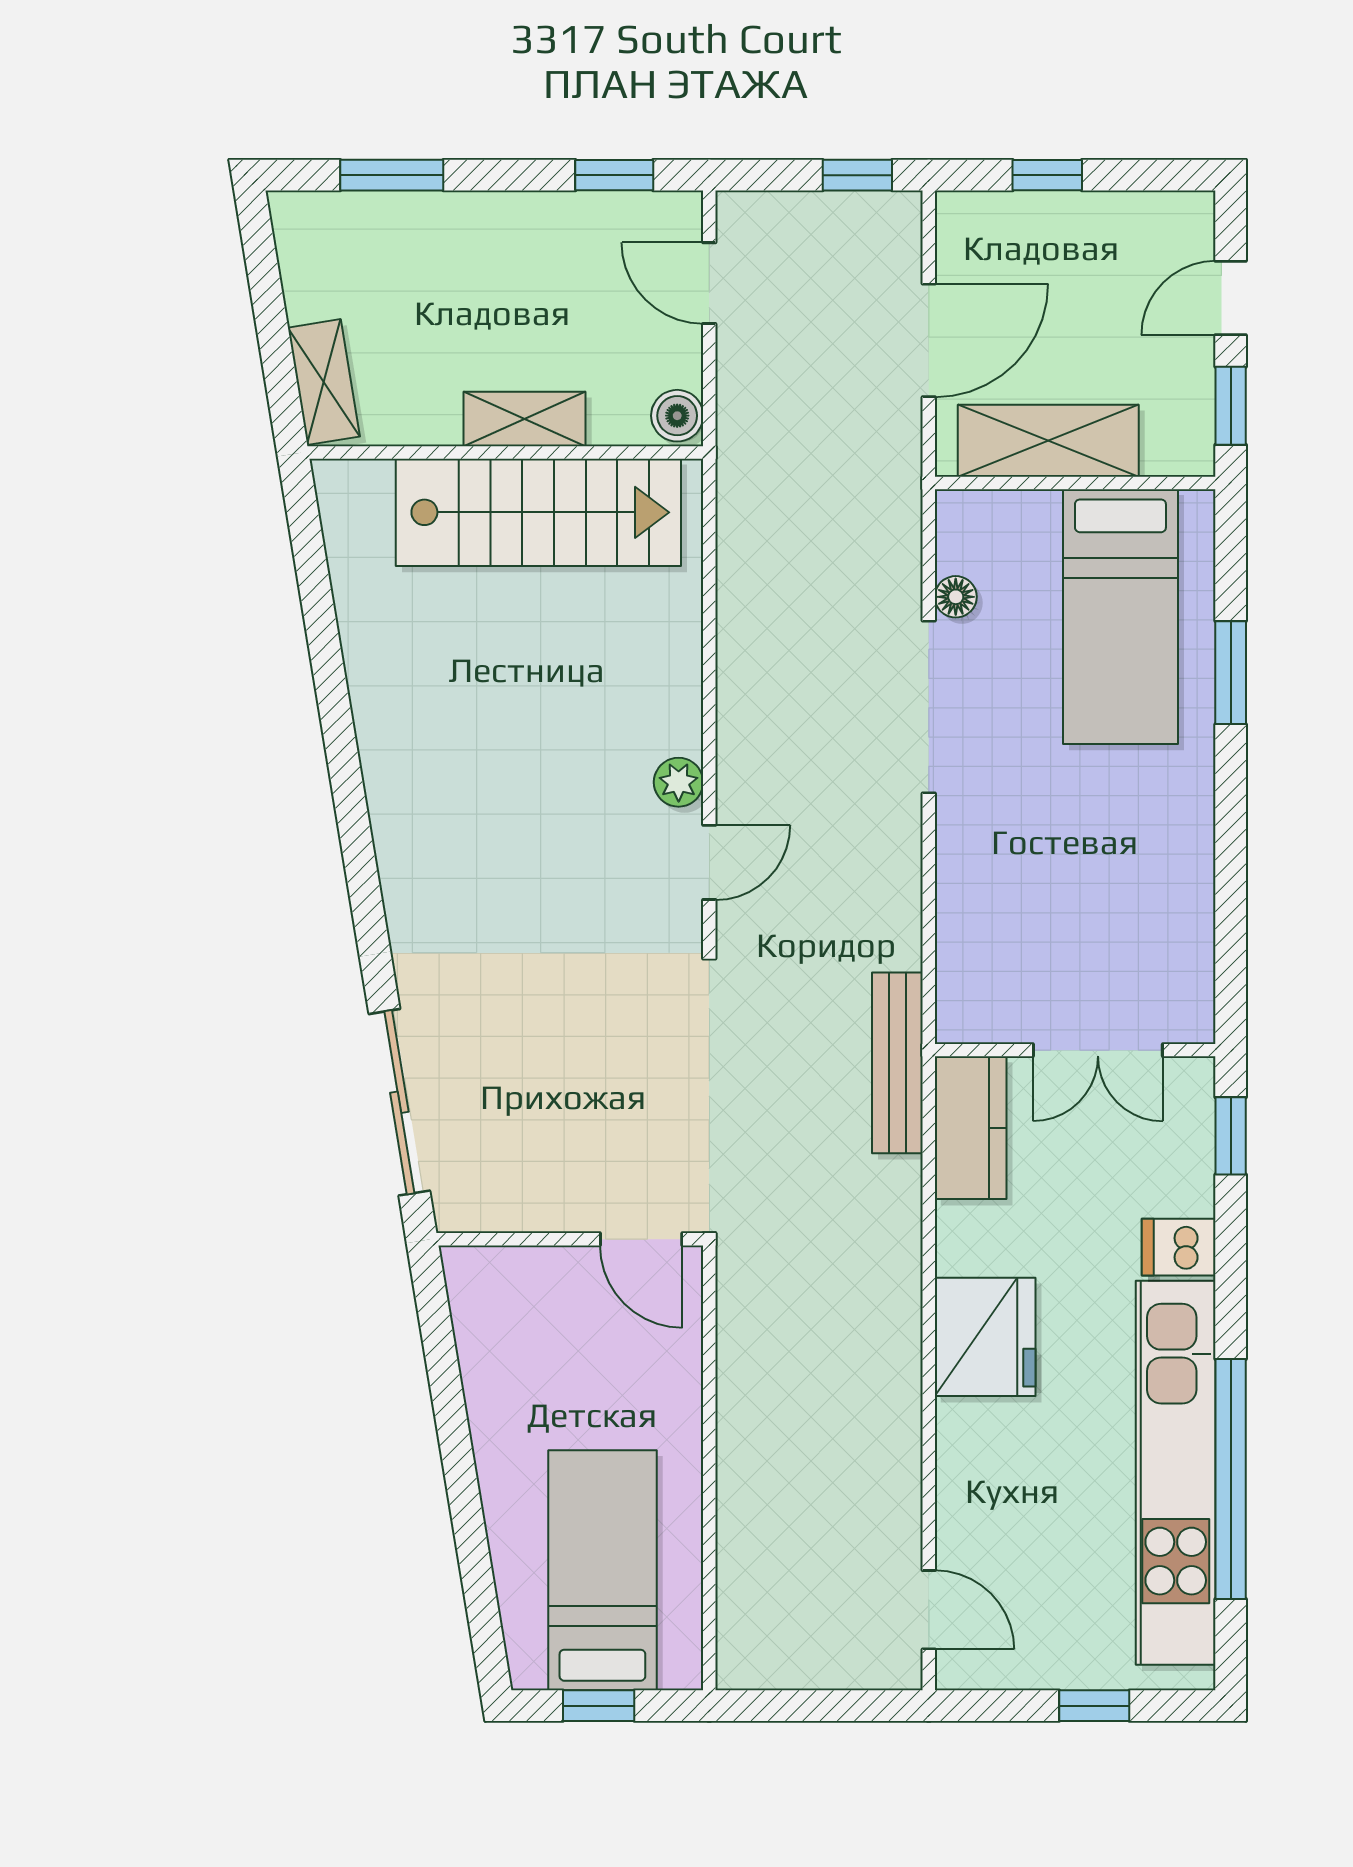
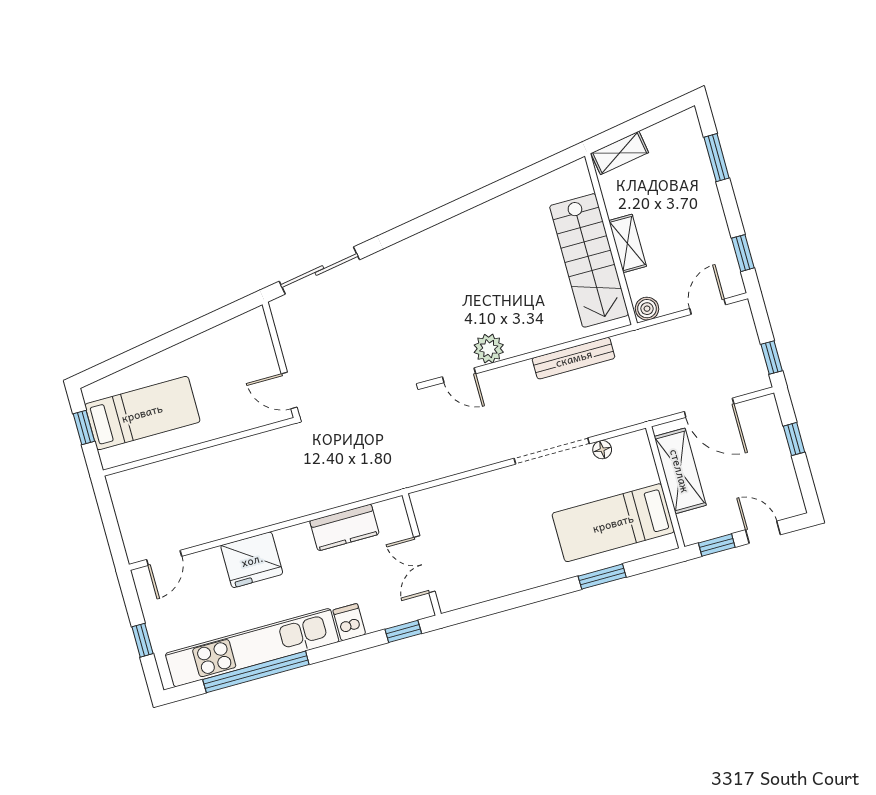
plant: (679, 782) -> (489, 349), width x1.38, depth x1.38
bench: (897, 1063) -> (574, 358), moved
kitchen counter: (971, 1128) -> (344, 527), moved
door: (641, 1239) -> (289, 391), hinge flipped
fridge: (985, 1337) -> (252, 560), moved

